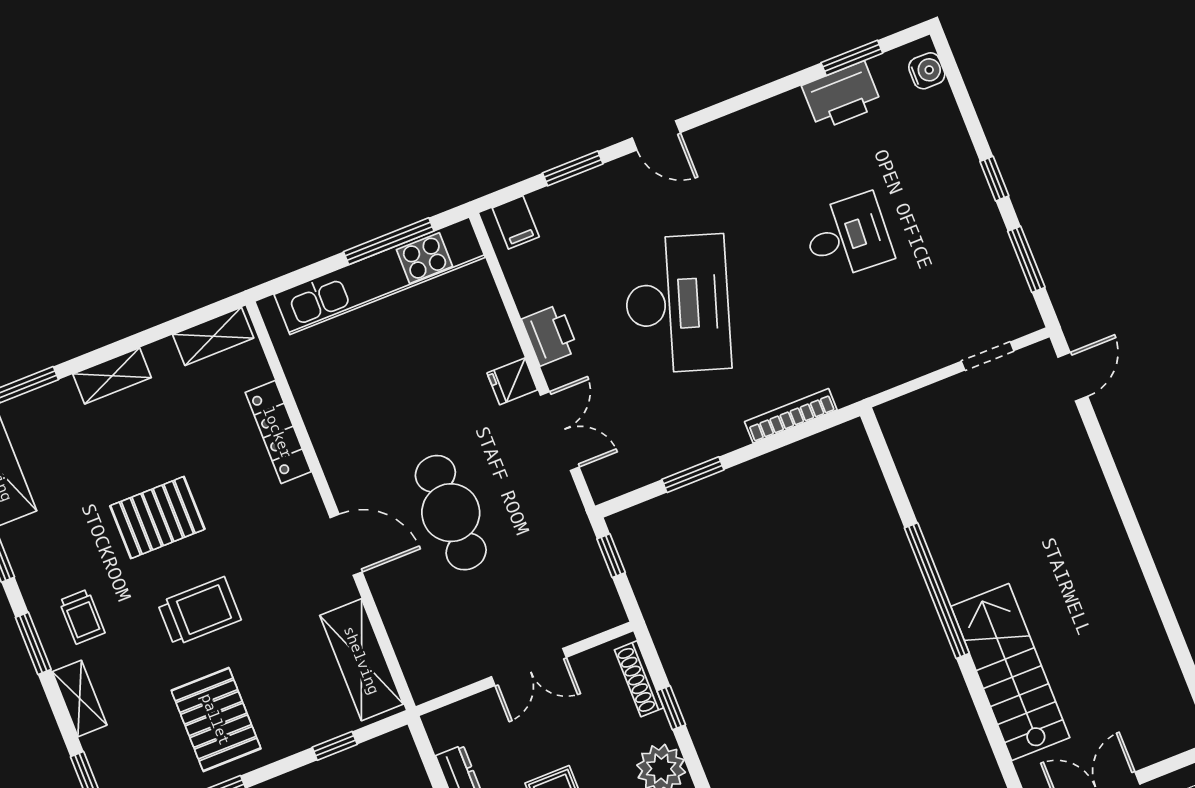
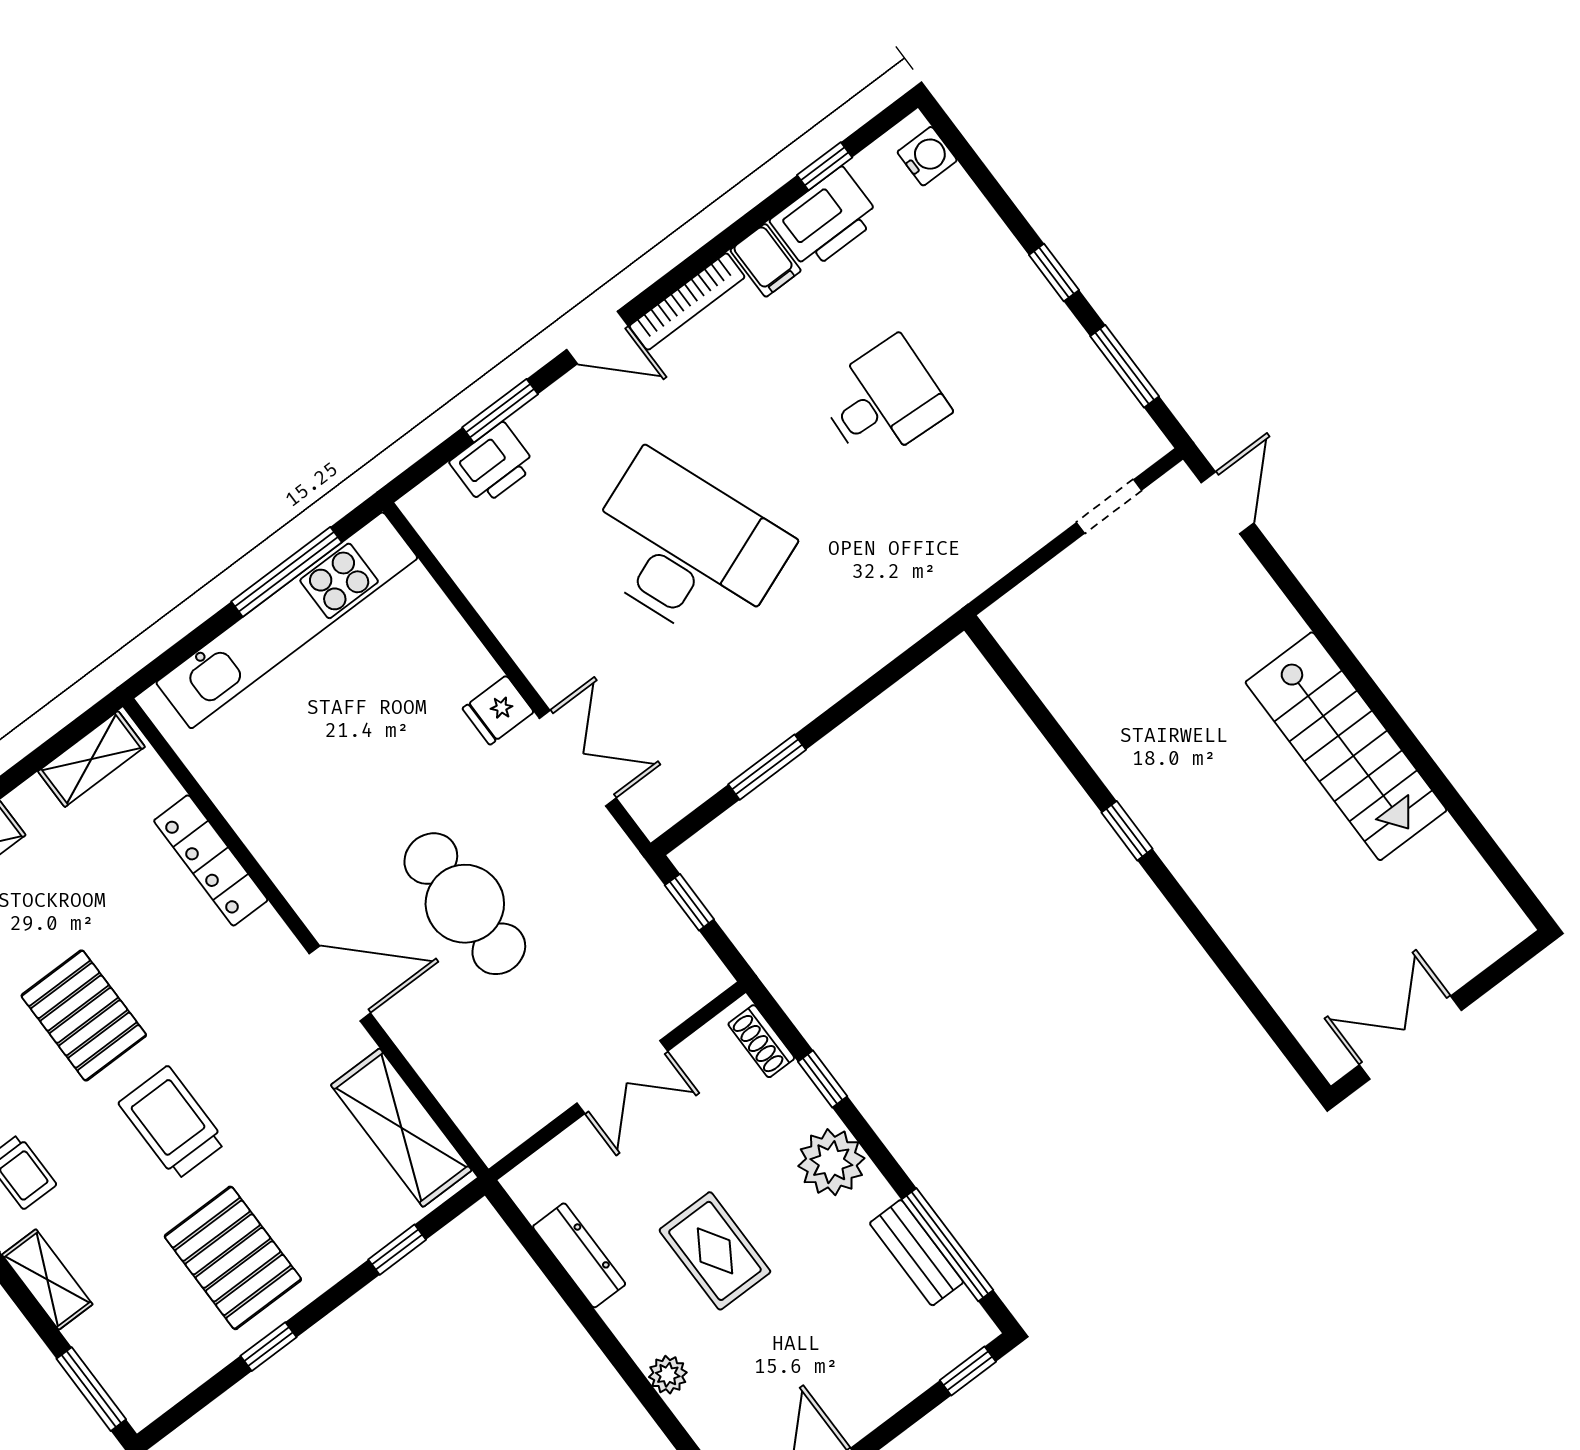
window: (852, 58) -> (825, 166), width x0.67
filing cabinet: (516, 222) -> (766, 260), moved
desk: (677, 304) -> (685, 550), turned -39
printer: (550, 335) -> (493, 464), moved, turned 90
bookcase: (791, 416) -> (687, 302), moved, turned 180
pallet: (157, 517) -> (84, 1015), turned 90
window: (937, 591) -> (1127, 831), width x0.32
trolley: (199, 611) -> (172, 1123), turned -90
stairs: (1010, 672) -> (1346, 746), moved, turned 180
shoe rack: (639, 679) -> (761, 1041), width x0.70

